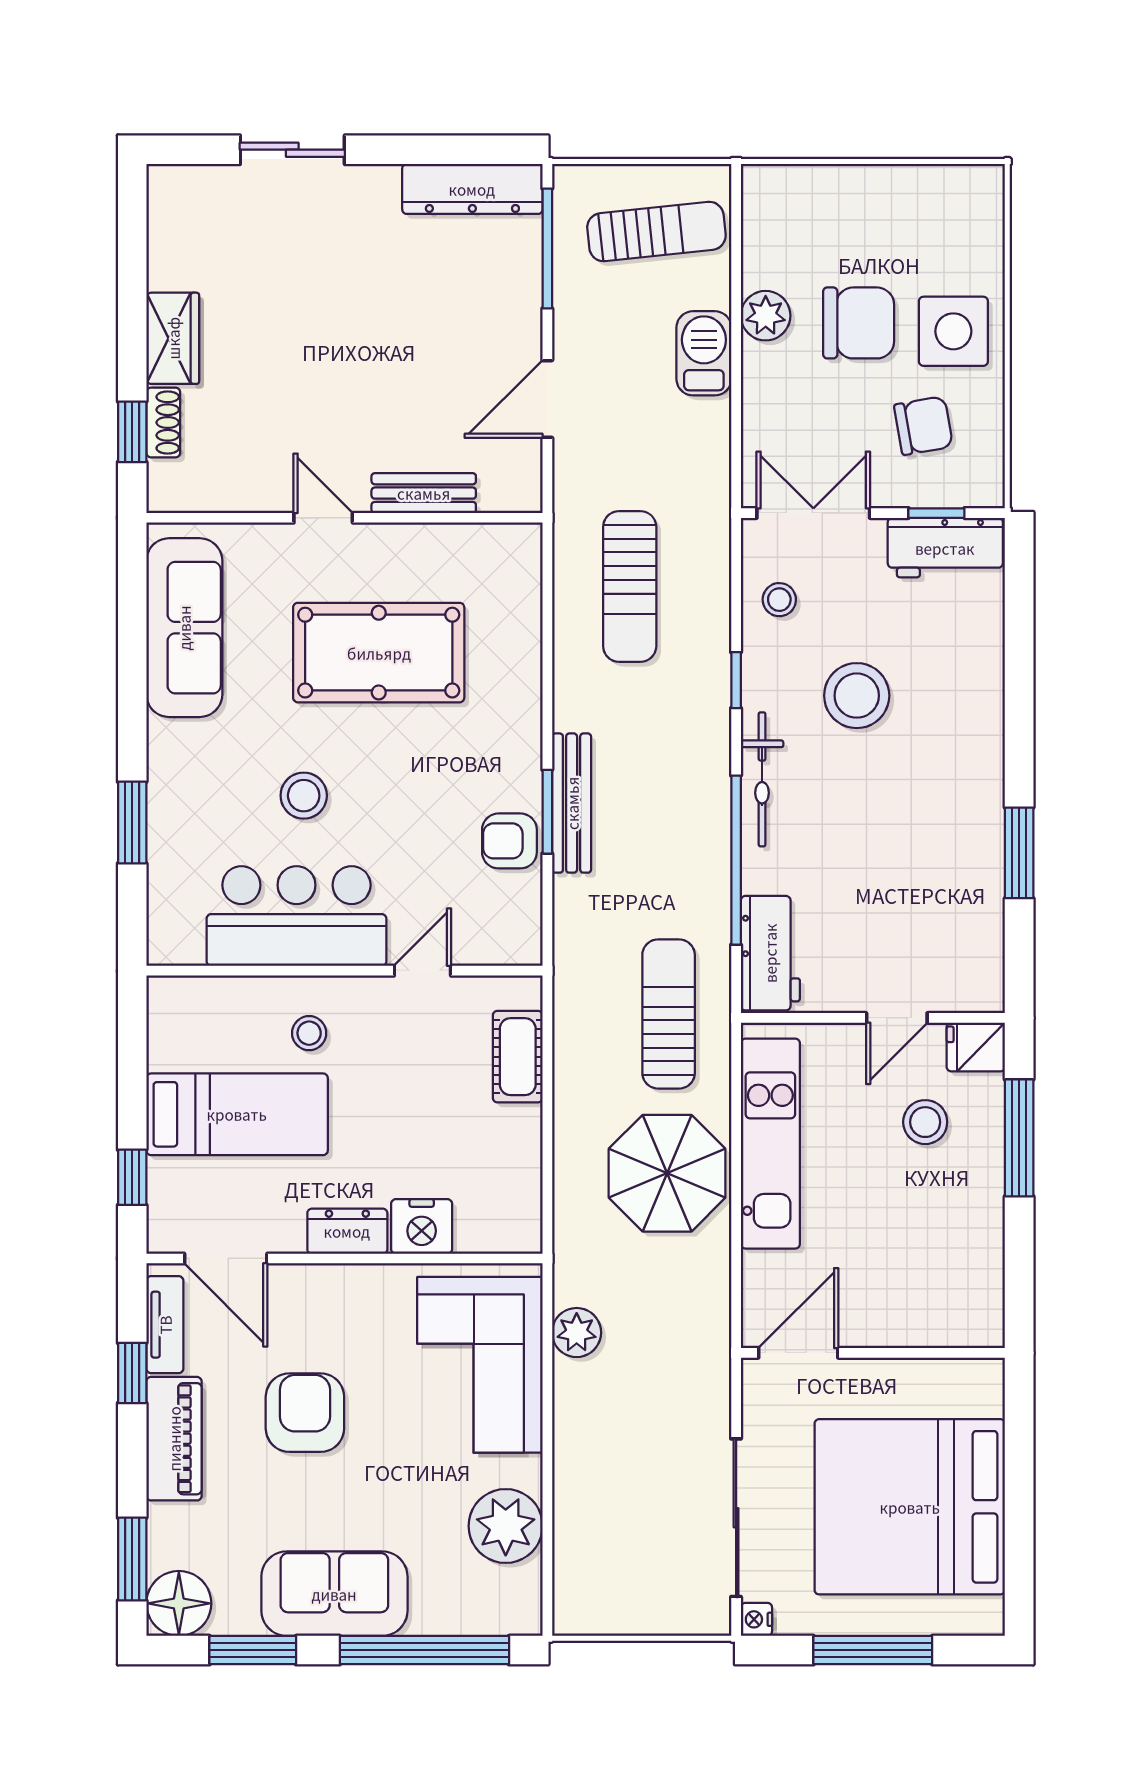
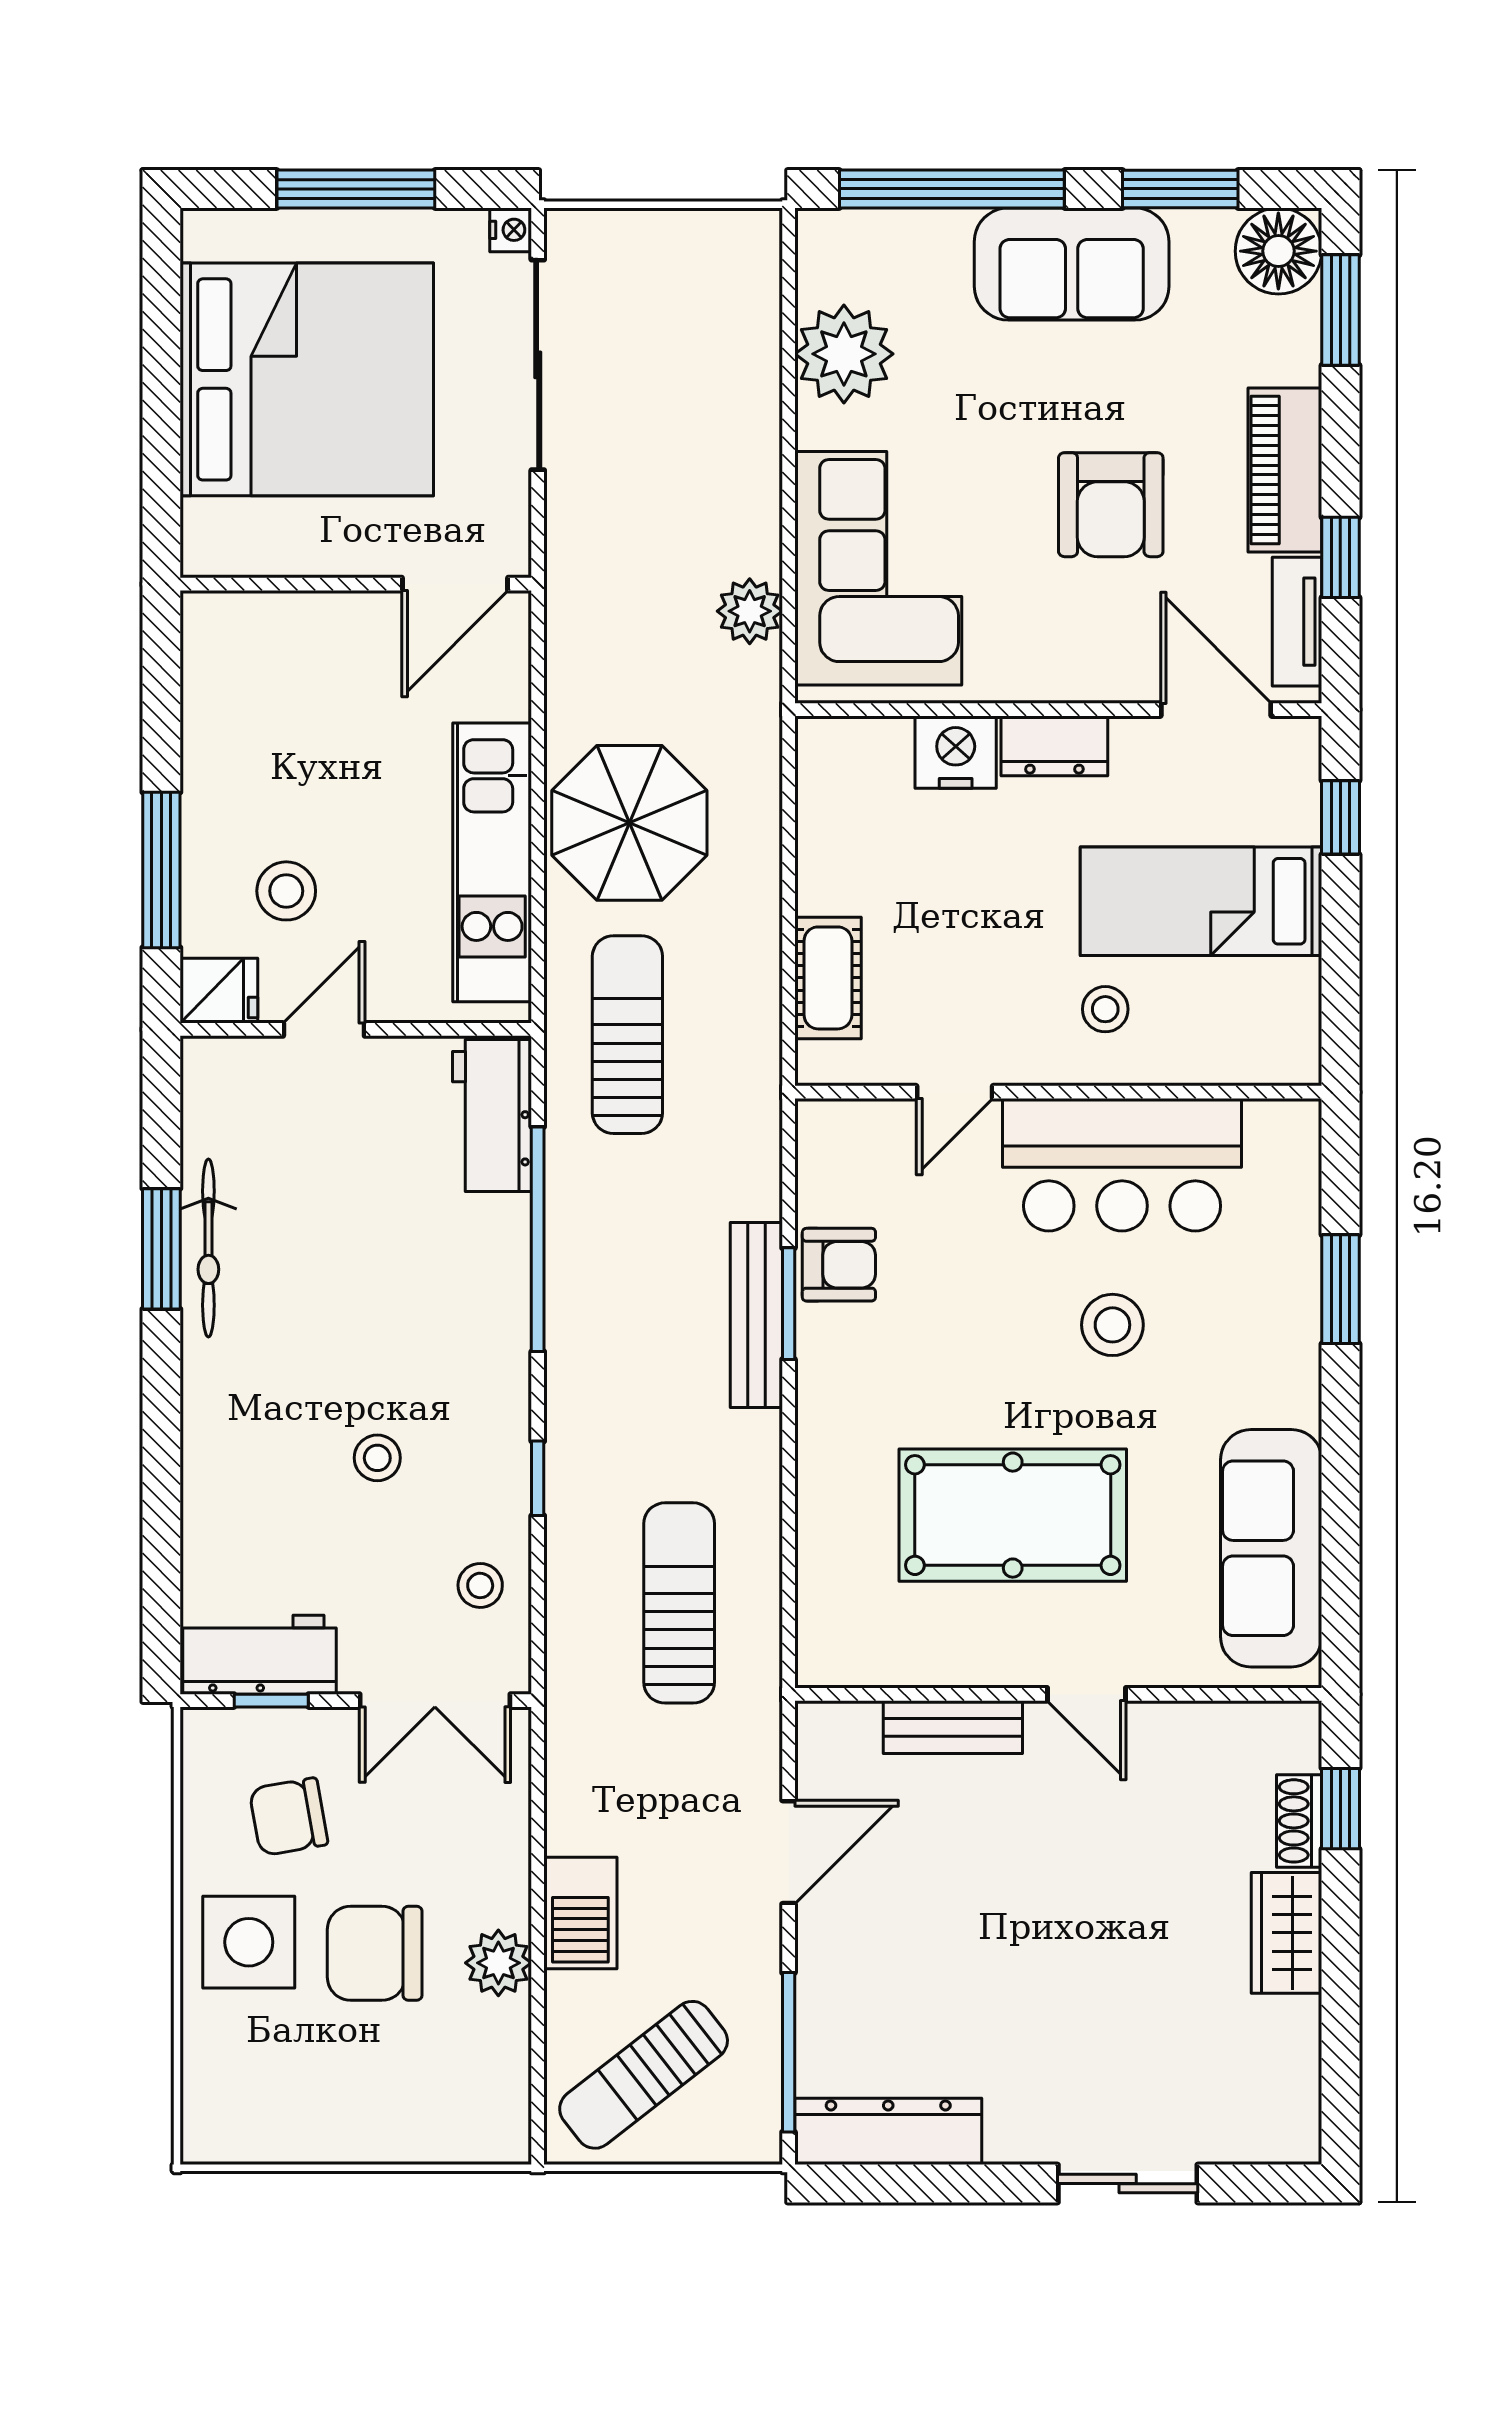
sun lounger: (656, 232) -> (644, 2075), turned -32
stool: (857, 696) -> (377, 1458), width x0.53, depth x0.53
bicycle: (762, 779) -> (208, 1248), moved, turned 180
sun lounger: (669, 1014) -> (627, 1035), turned 180

